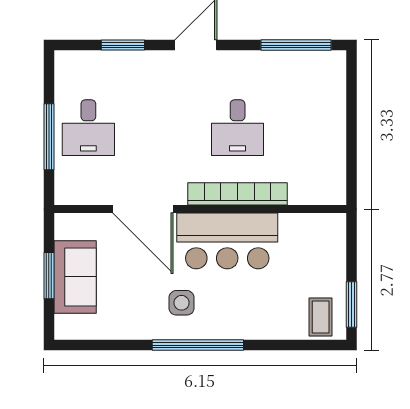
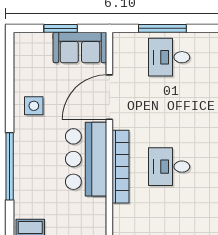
sofa: (75, 277) -> (80, 47), moved
side table: (182, 303) -> (34, 106), moved
window: (198, 345) -> (10, 166), moved

